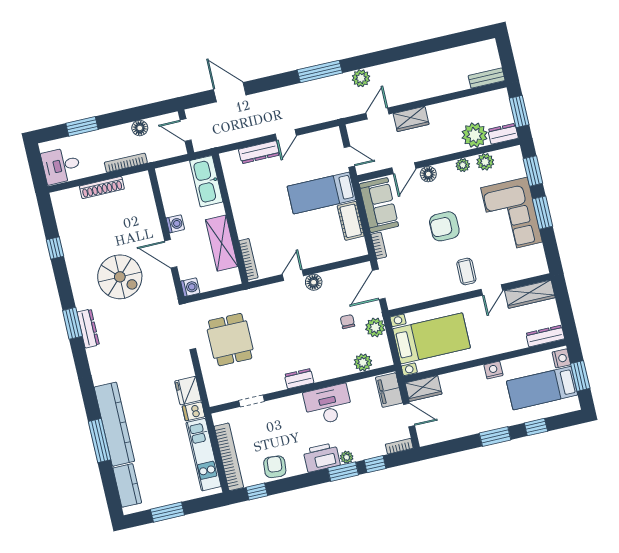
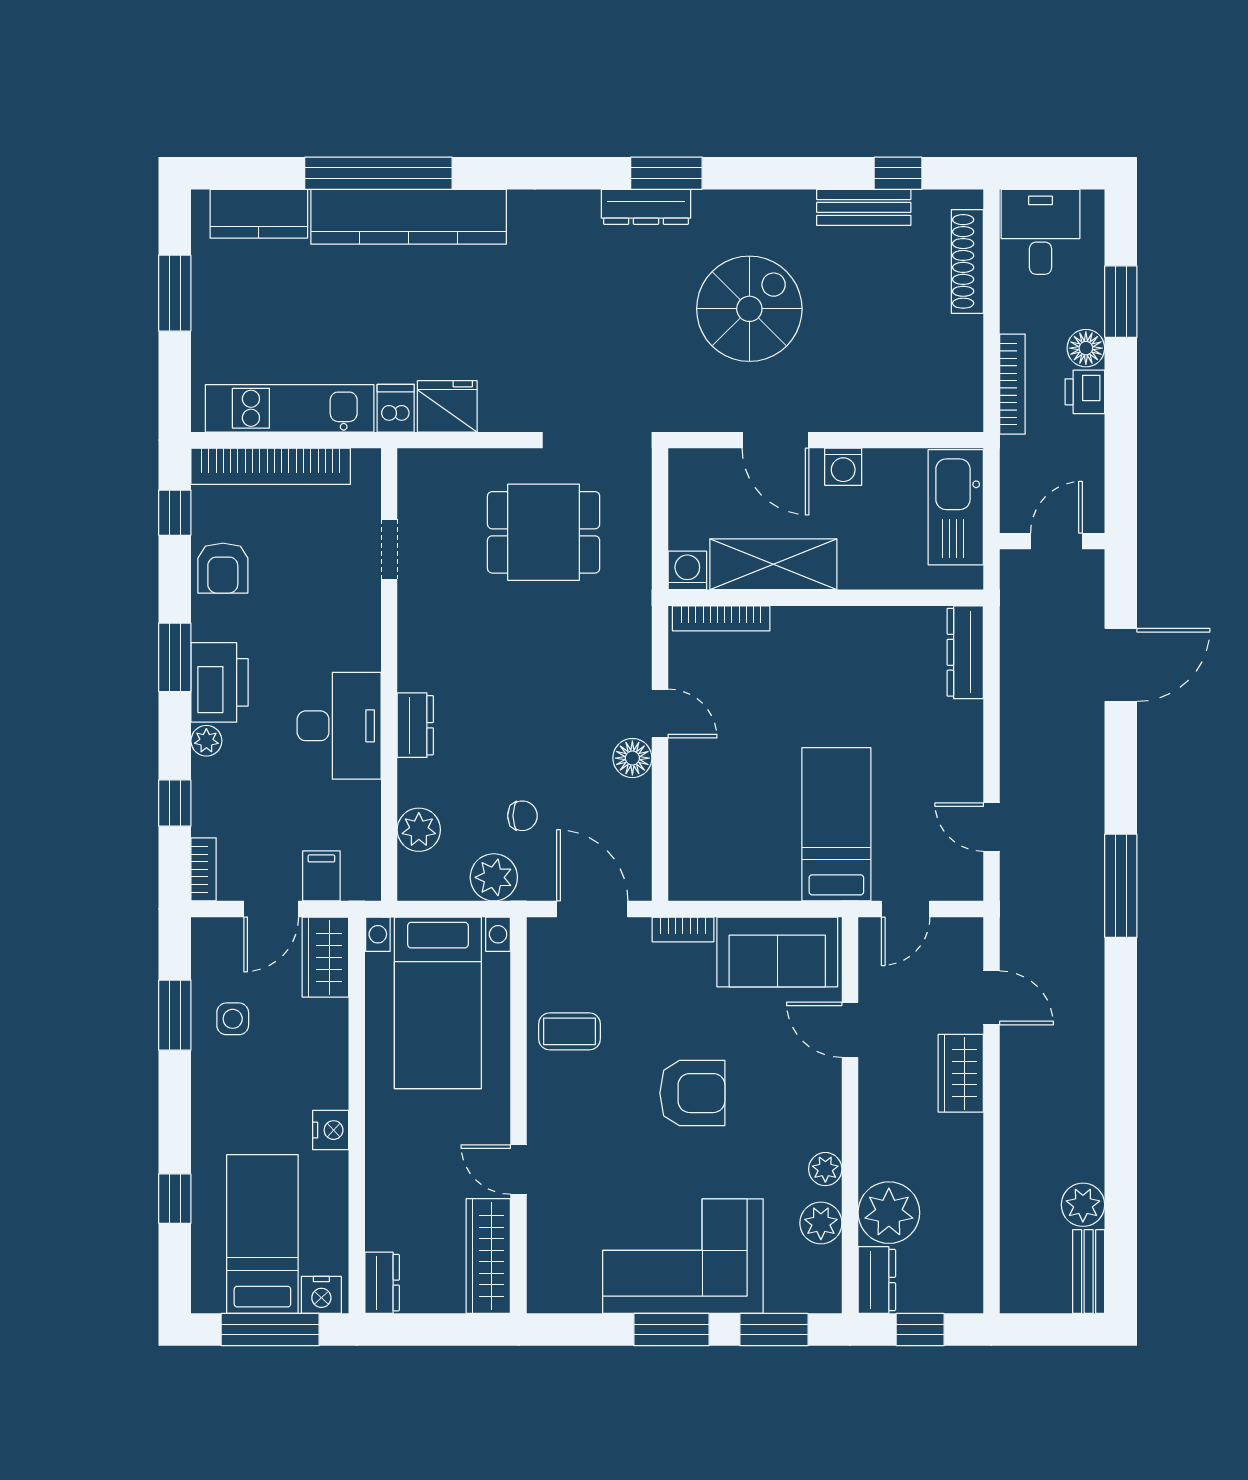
plant: (361, 78) -> (1083, 1205), moved
bench: (487, 78) -> (1089, 1271), moved
window: (519, 111) -> (920, 1329), width x0.67
floor lamp: (140, 128) -> (1086, 348), moved
printer: (122, 132) -> (1085, 392), added
door: (286, 135) -> (991, 827), moved
dresser: (259, 152) -> (965, 652), moved
floor lamp: (428, 174) -> (823, 1084), removed
kitchen sink: (206, 181) -> (956, 507), moved, turned -90
shoe rack: (102, 188) -> (967, 261), moved
cot: (351, 221) -> (756, 878), removed
armchair: (444, 226) -> (692, 1093), turned 90
bench: (68, 240) -> (864, 207), added
window: (55, 248) -> (898, 173), moved
door: (171, 254) -> (776, 440), swing flipped
coffee table: (466, 271) -> (569, 1031), moved
spiral stairs: (120, 277) -> (749, 309), turned 180
washing machine: (190, 287) -> (687, 570), moved, turned 180
dresser: (545, 336) -> (382, 1283), width x0.70
window: (580, 376) -> (270, 1329), width x1.44
dresser: (299, 379) -> (415, 725), moved
filing cabinet: (389, 390) -> (321, 876), width x0.50
side table: (457, 420) -> (233, 1019), added
window: (495, 436) -> (175, 1015), moved
window: (100, 441) -> (378, 173), width x1.46
armchair: (275, 467) -> (223, 568), turned 85
window: (343, 472) -> (175, 657), moved

